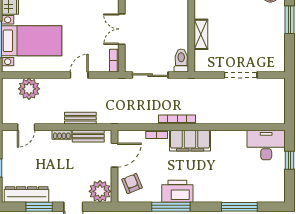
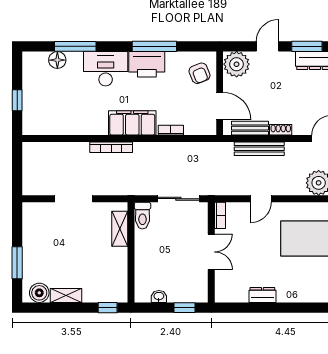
shelving: (201, 34) -> (120, 229), moved
bench: (80, 118) -> (259, 149), width x1.36
bookcase: (177, 120) -> (111, 147), moved
desk: (266, 145) -> (106, 69), moved, turned 180
door: (115, 155) -> (220, 106), swing flipped
floor lamp: (255, 195) -> (57, 60), added

